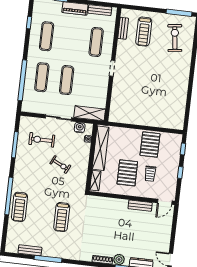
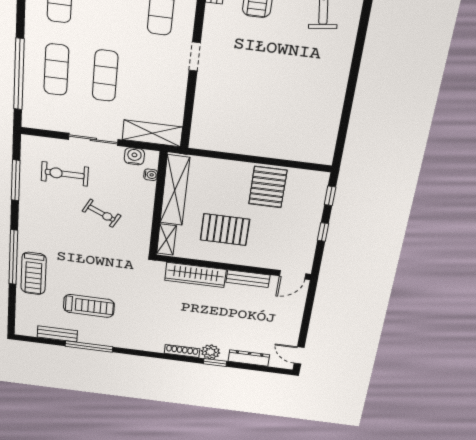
pallet: (127, 173) -> (225, 230), turned 90
trolley: (150, 174) -> (267, 232), removed
wardrobe: (111, 204) -> (195, 275), added
treadmill: (62, 217) -> (89, 306), moved, turned -90

